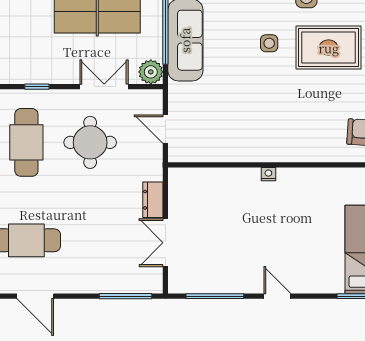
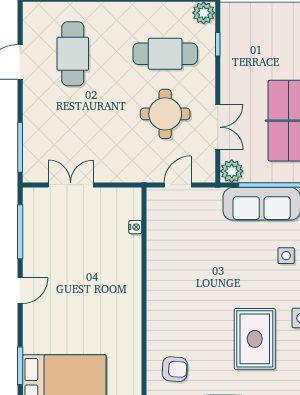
side table: (269, 43) -> (286, 256), moved
window: (37, 87) -> (218, 44), moved
nightstand: (268, 174) -> (135, 227), moved
dresser: (153, 200) -> (111, 173), removed

